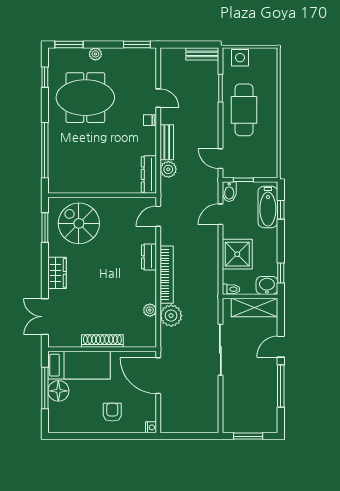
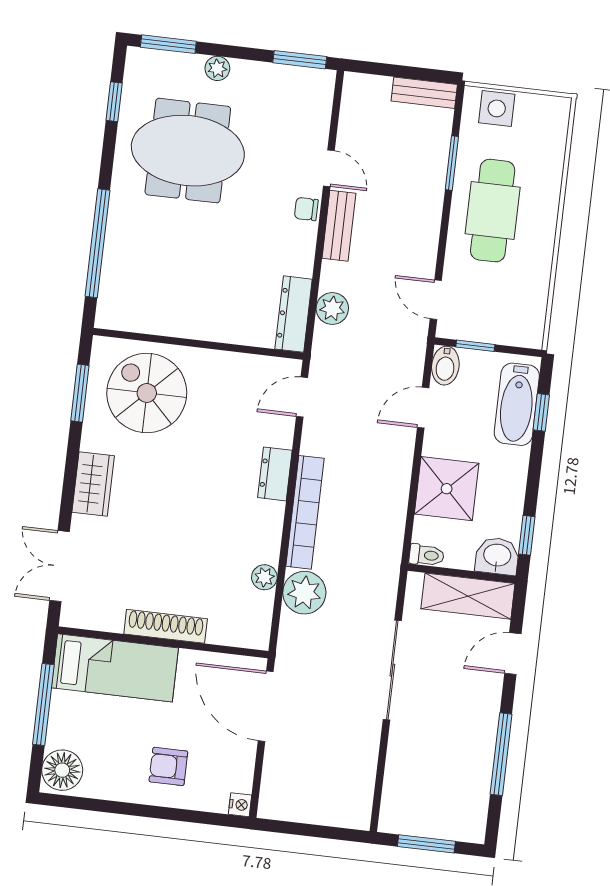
bench: (167, 142) -> (339, 226), moved
door: (281, 347) -> (513, 654), moved
floor lamp: (58, 391) -> (62, 770), moved
armchair: (112, 412) -> (168, 766), turned -90

